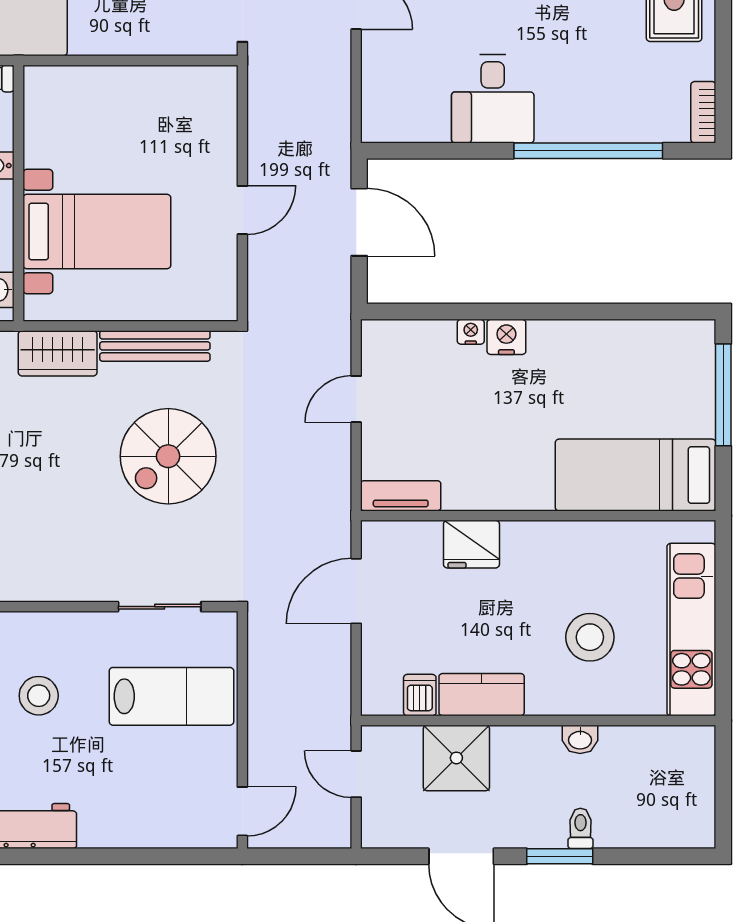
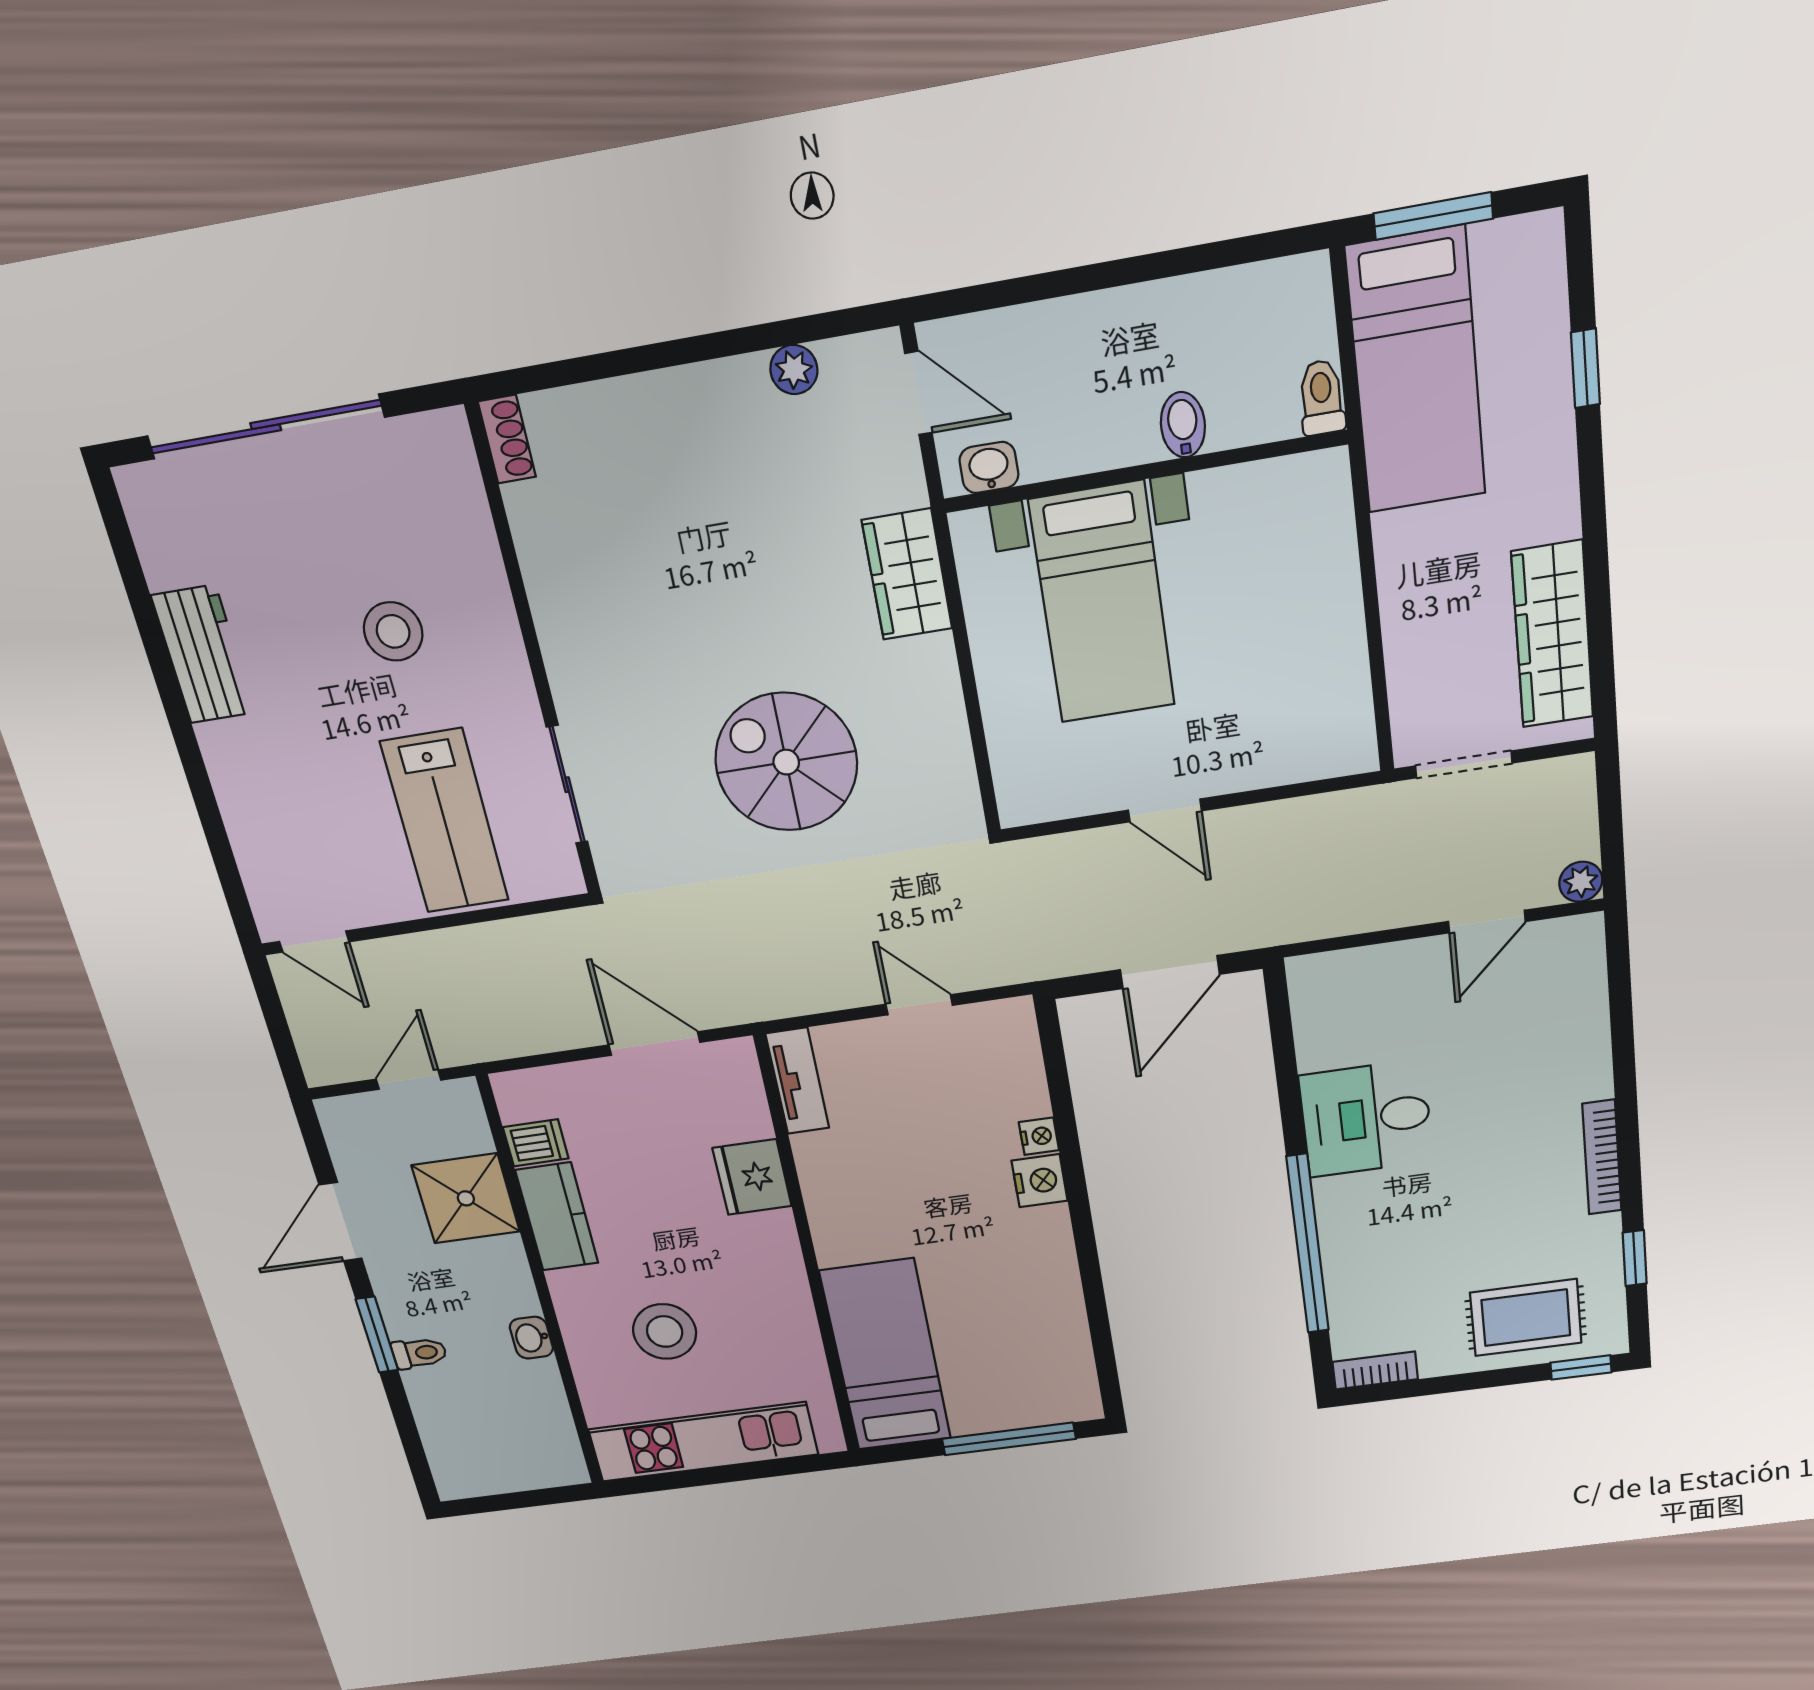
bench: (155, 346) -> (944, 717), removed

